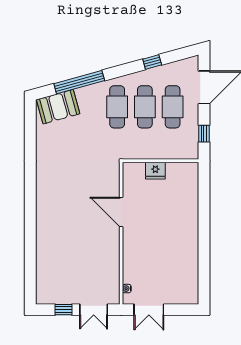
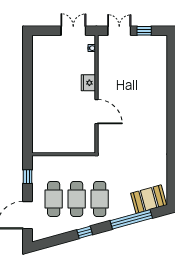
window: (152, 62) -> (85, 232), moved
fridge: (155, 171) -> (88, 83), moved, turned -90

